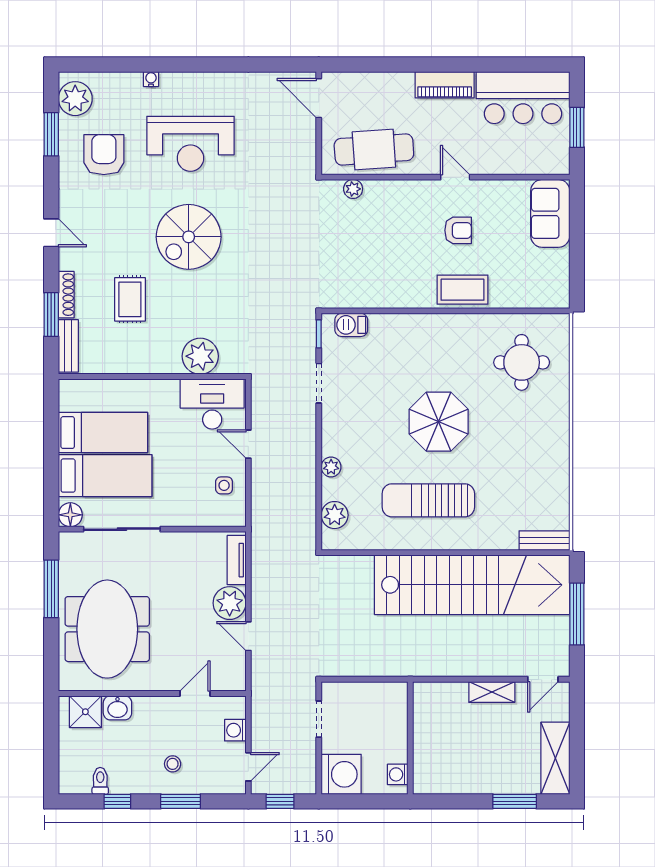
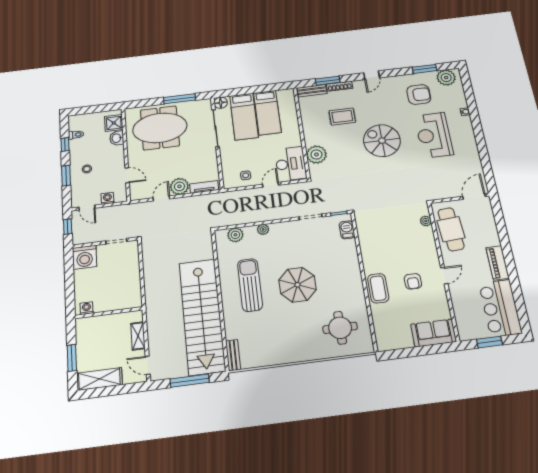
wall: (410, 738) -> (109, 313), moved
washing machine: (398, 774) -> (86, 308), moved

